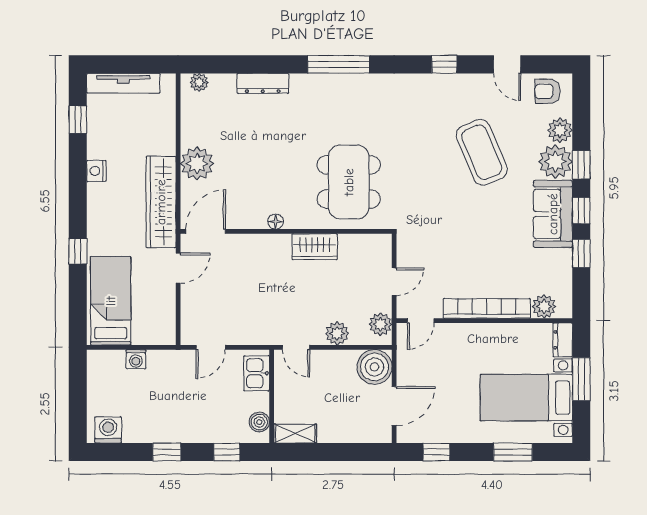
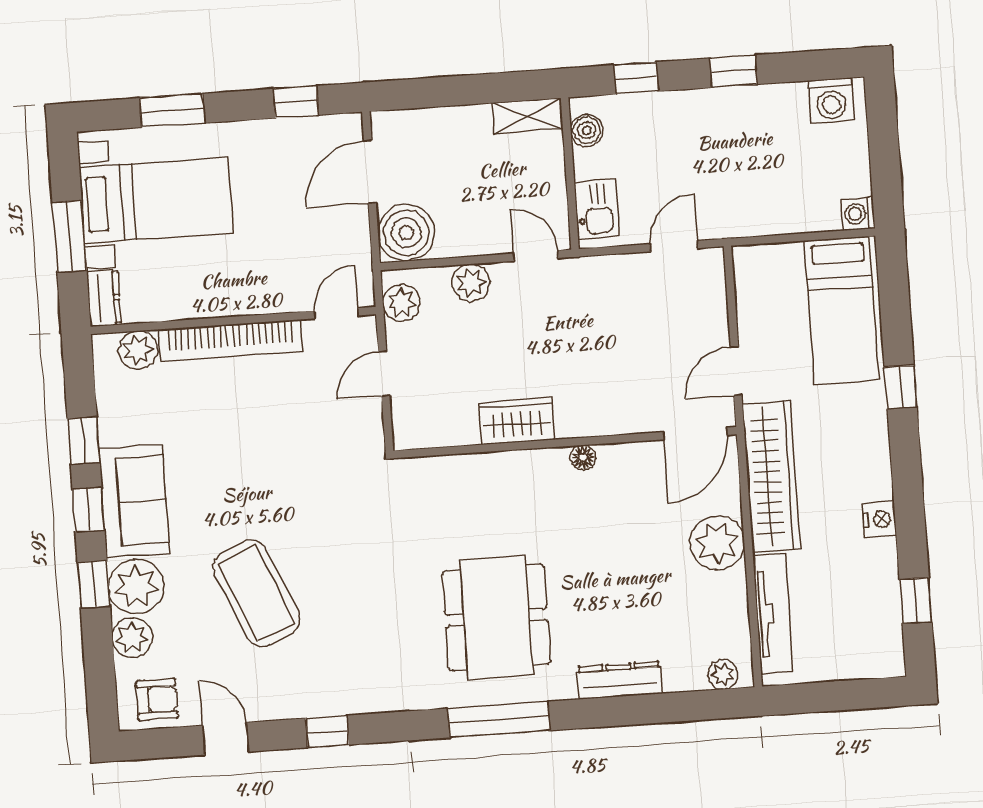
tv unit: (123, 83) -> (773, 614), moved, turned 90
dining table: (349, 182) -> (496, 618), moved
washing machine: (136, 359) -> (858, 214), moved, turned -90

